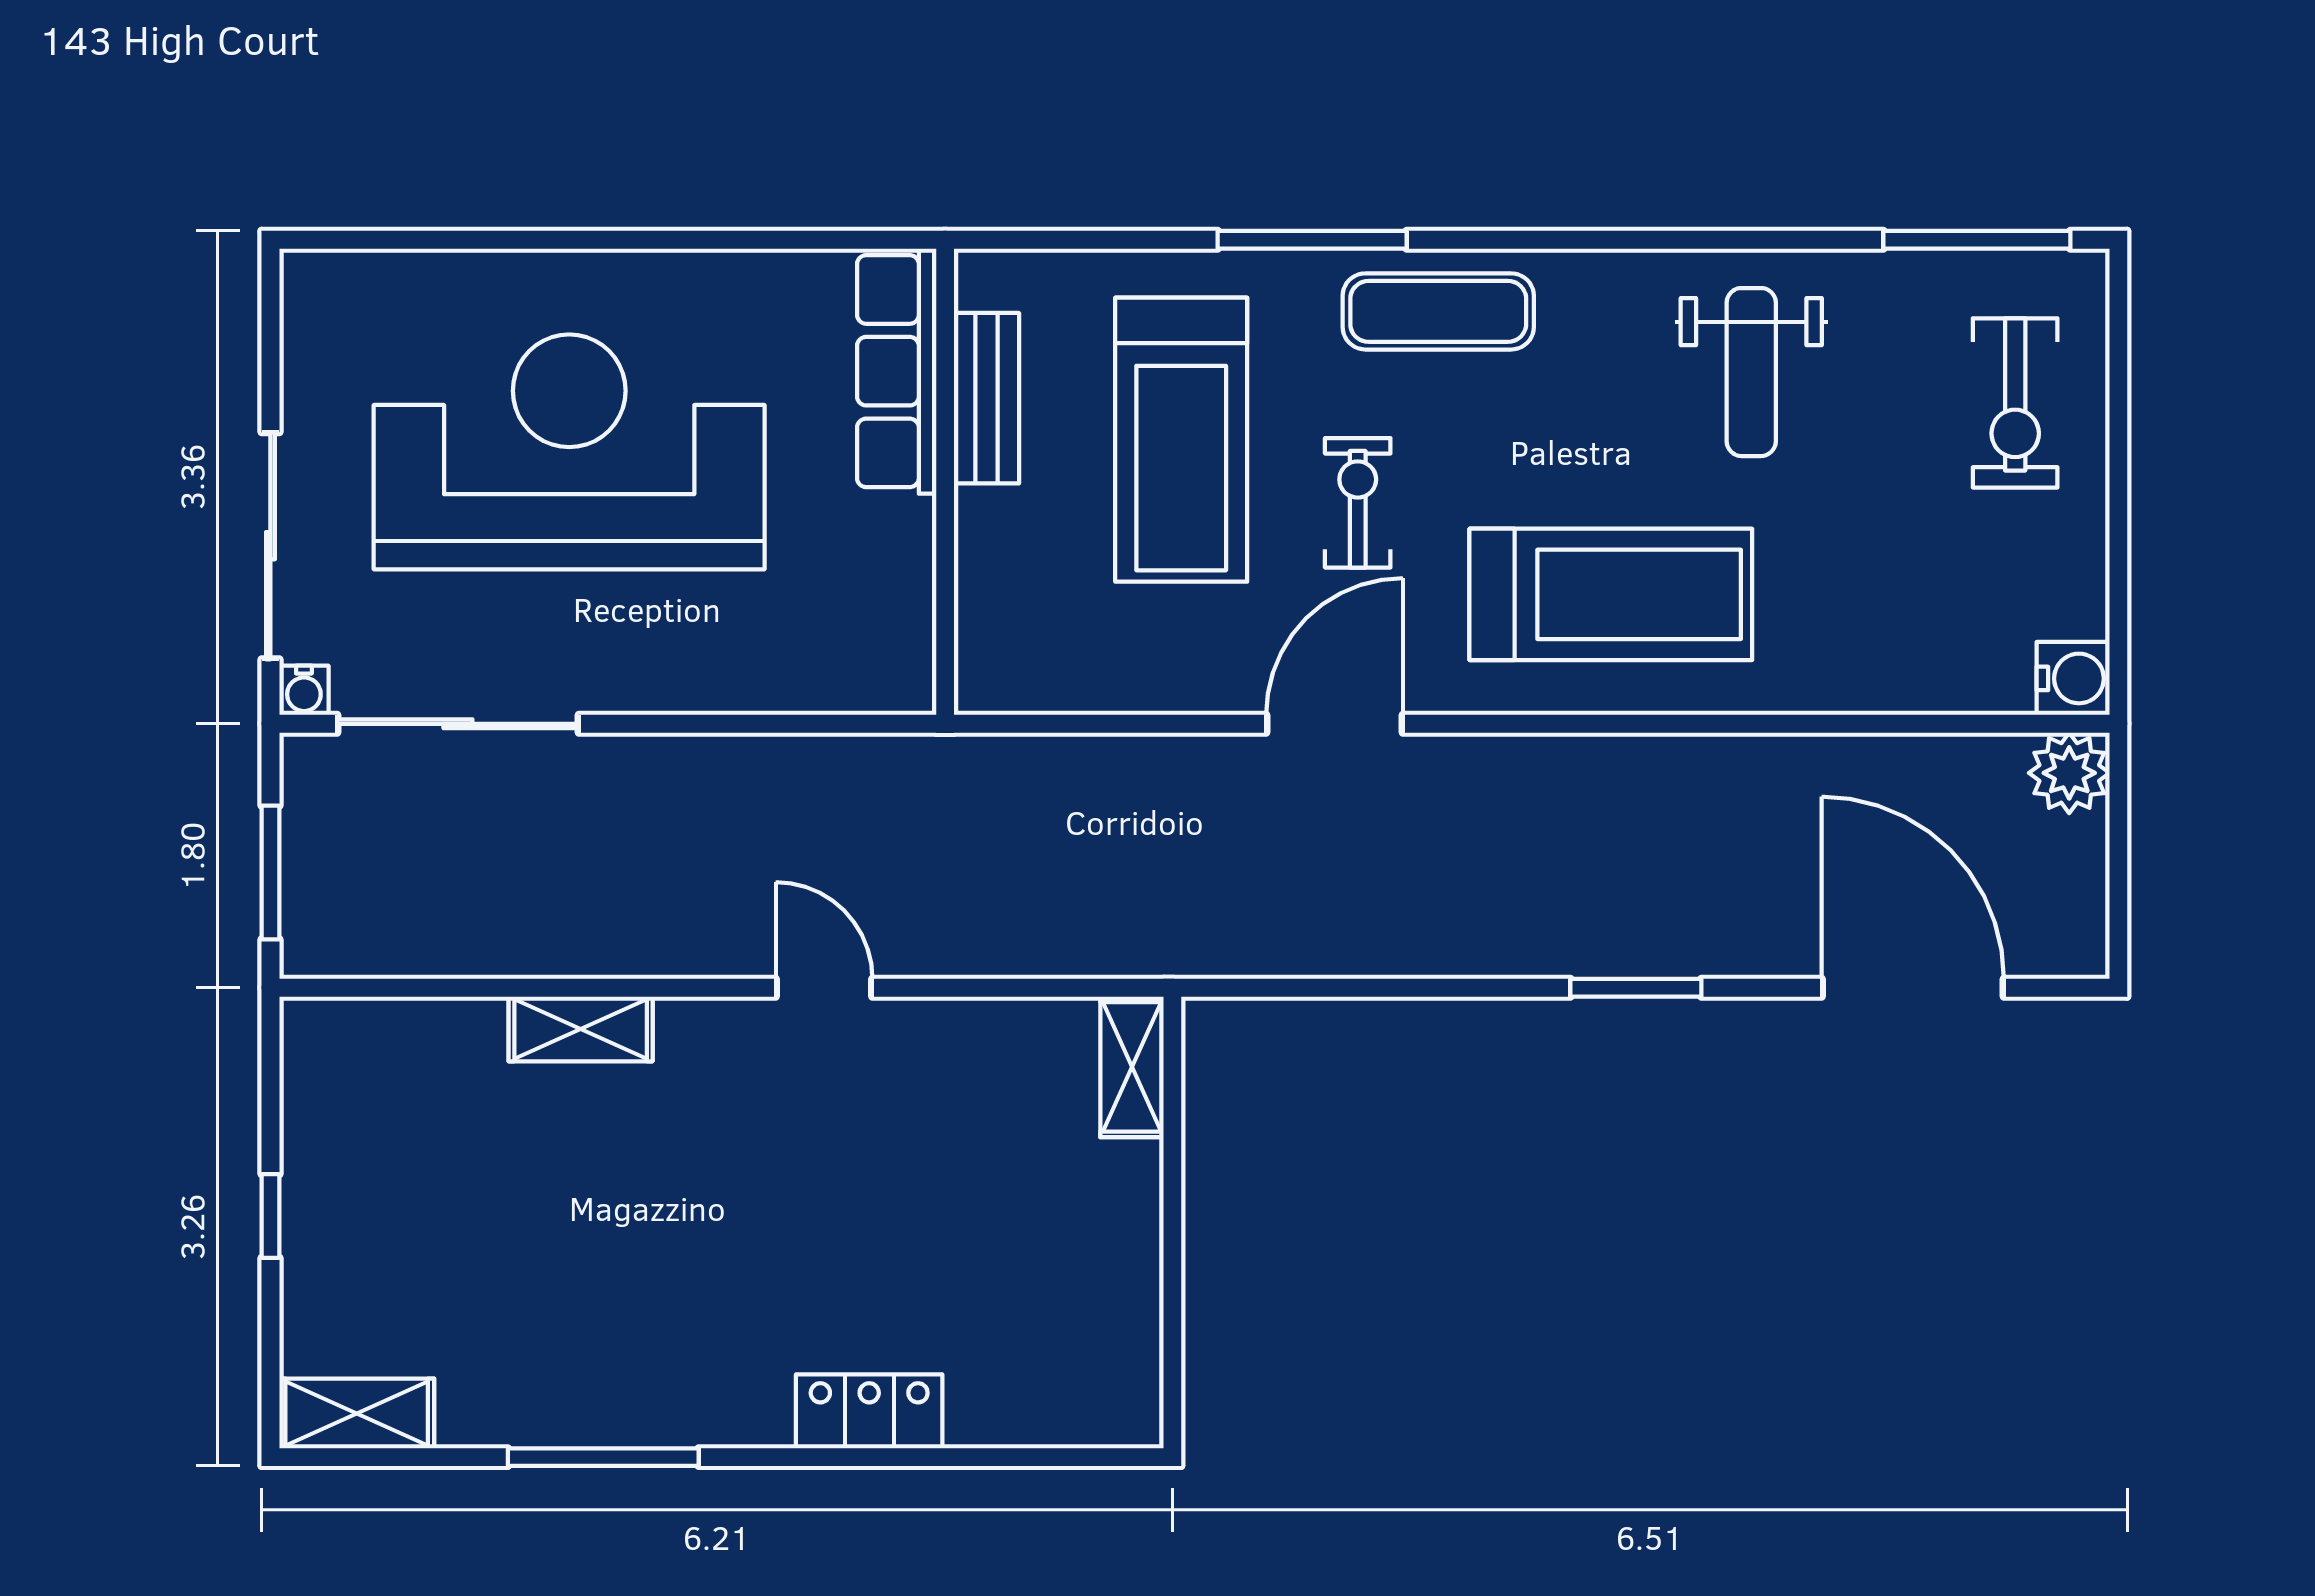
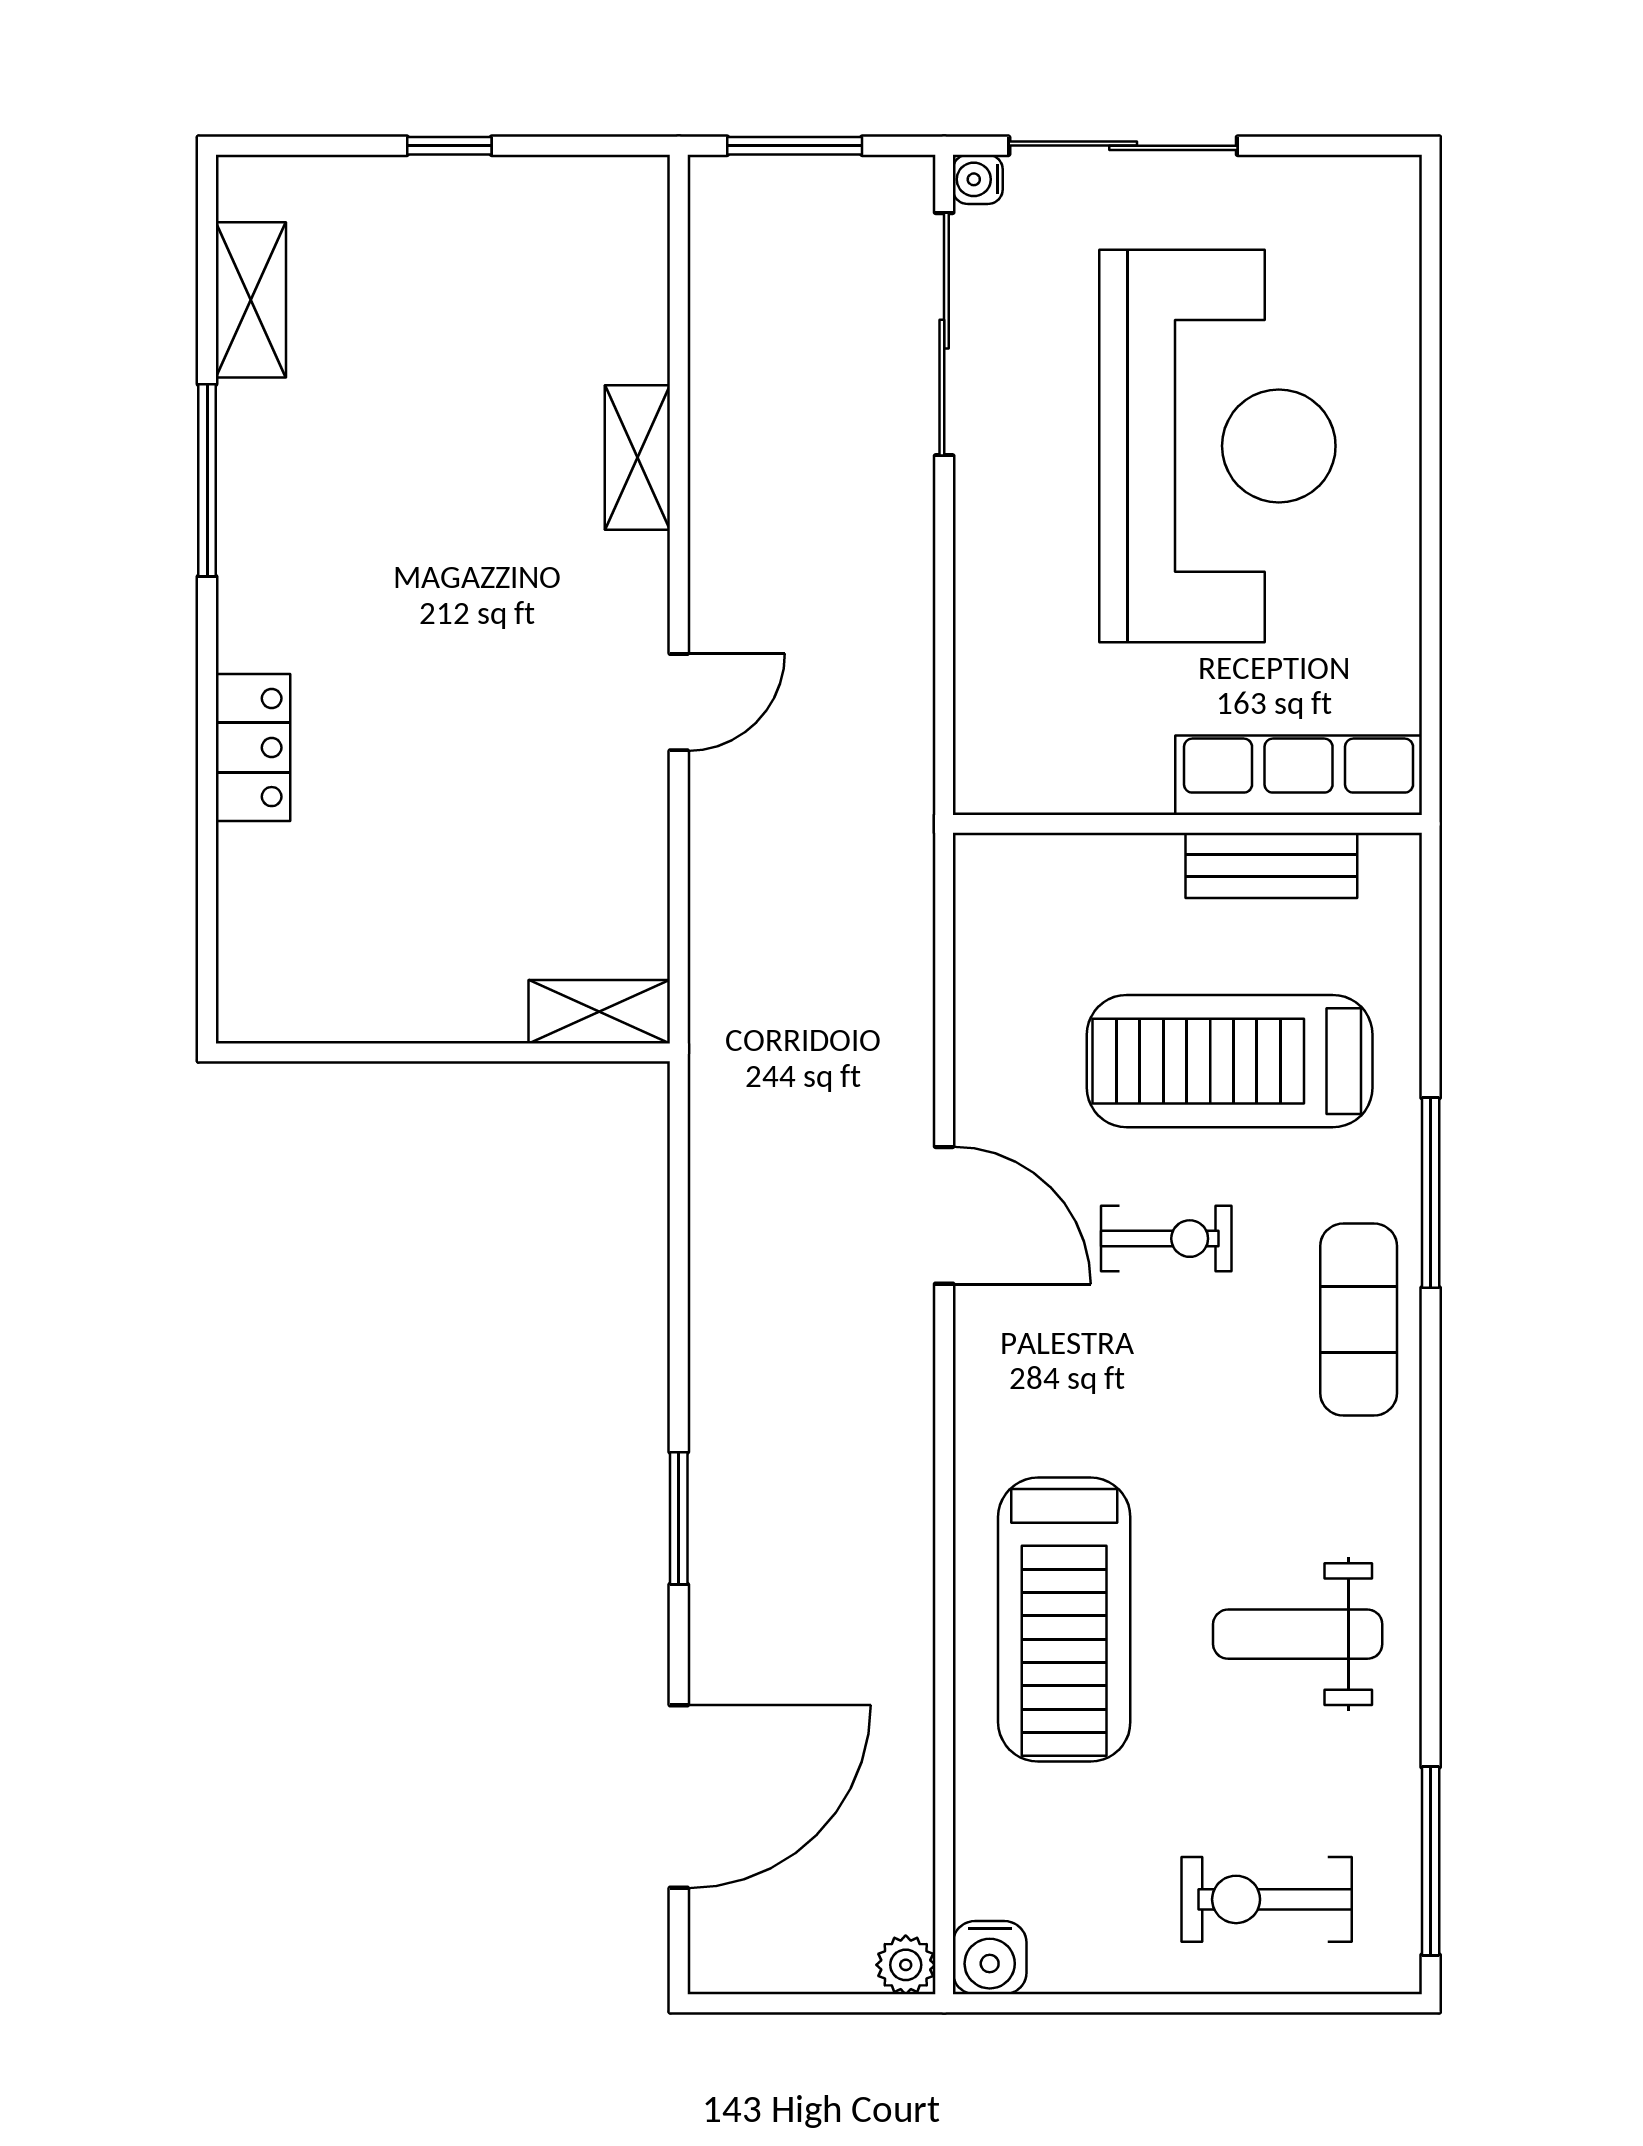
treadmill: (1611, 594) -> (1064, 1620), moved
plant: (2069, 773) -> (906, 1965), width x0.73, depth x0.73
shelving: (357, 1413) -> (251, 300), moved

